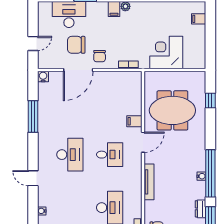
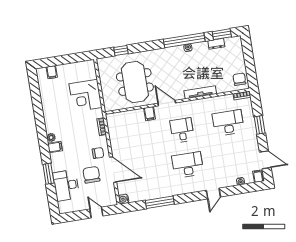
chair: (76, 45) -> (91, 175), turned 180

